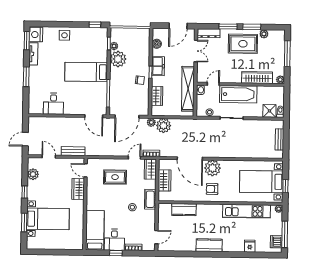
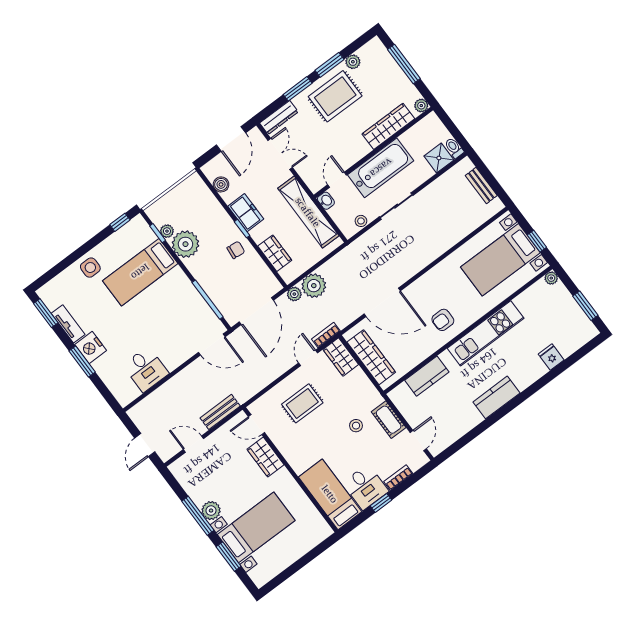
nightstand: (36, 35) -> (91, 348), moved
bed: (86, 72) -> (140, 272), moved
plant: (212, 168) -> (422, 292), removed
plant: (33, 174) -> (211, 511), moved
wardrobe: (165, 180) -> (371, 357), width x1.50
window: (25, 192) -> (198, 516), width x2.17
cot: (150, 199) -> (389, 420), moved
kitchen unit: (247, 211) -> (486, 333), moved
window: (285, 234) -> (585, 306), width x0.69
dishwasher: (276, 242) -> (582, 324), removed

